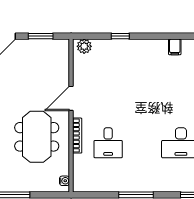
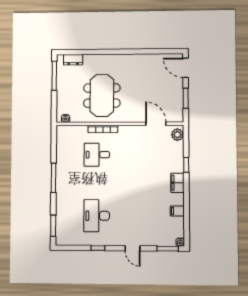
filing cabinet: (142, 47) -> (177, 183), added
door: (71, 98) -> (156, 124), moved
meeting table: (37, 137) -> (102, 96), turned 90

